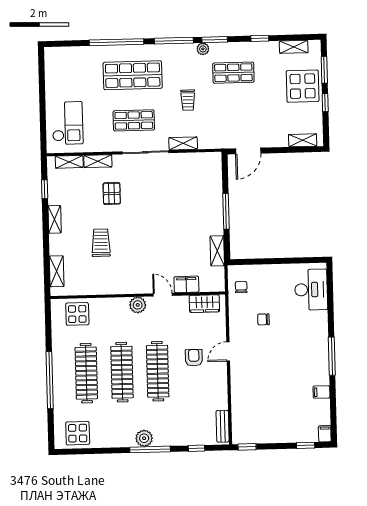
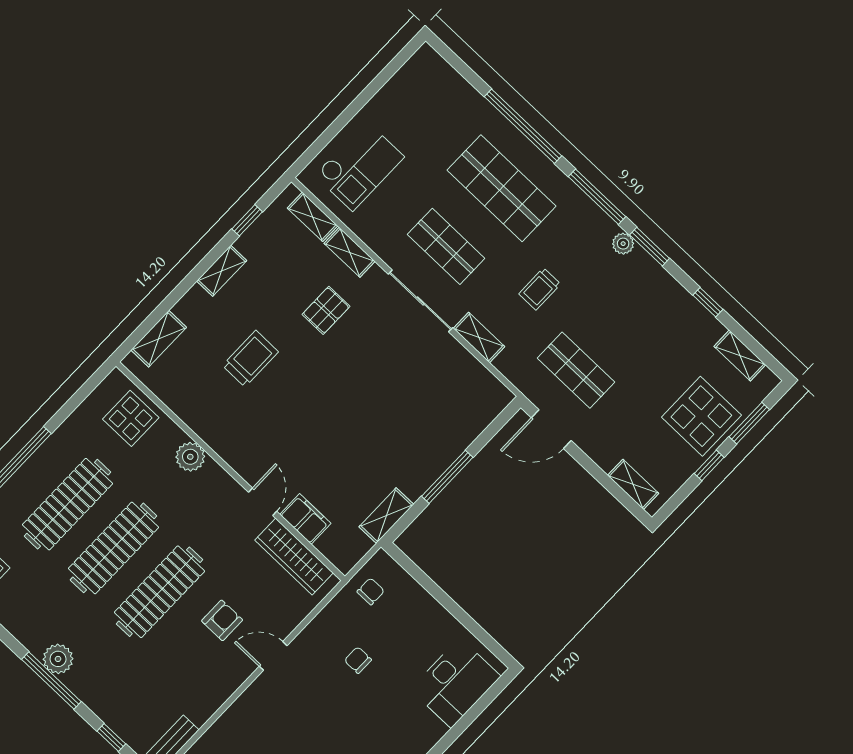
shop shelf: (233, 73) -> (576, 370), moved
wardrobe: (204, 304) -> (294, 557), width x1.50
plant: (138, 305) -> (190, 457), moved

